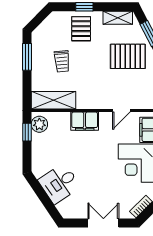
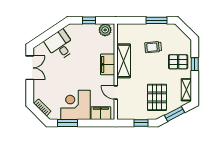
shelving: (53, 100) -> (124, 61), moved
window: (27, 132) -> (89, 20), moved
double door: (103, 223) -> (30, 68), moved

